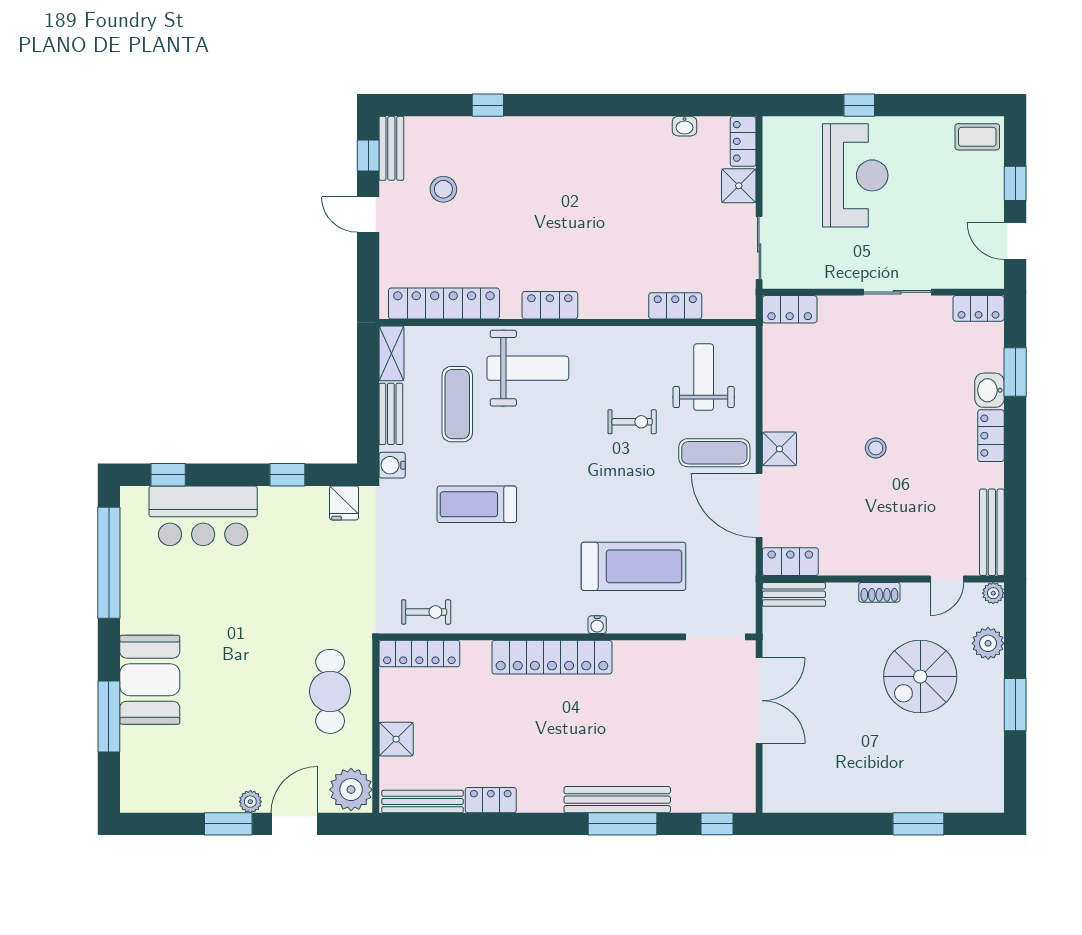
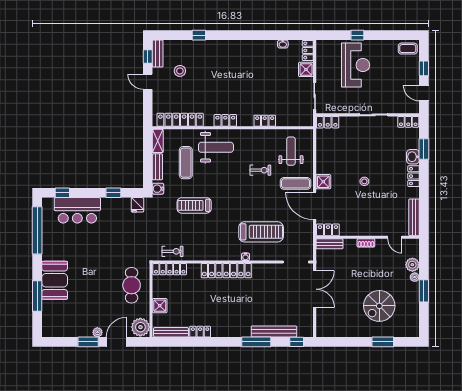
locker: (675, 306) -> (265, 121), moved
door: (947, 579) -> (395, 237), hinge flipped
plant: (993, 593) -> (415, 277), moved
spiral stairs: (920, 677) -> (379, 306), moved
bench: (617, 800) -> (274, 331), moved

